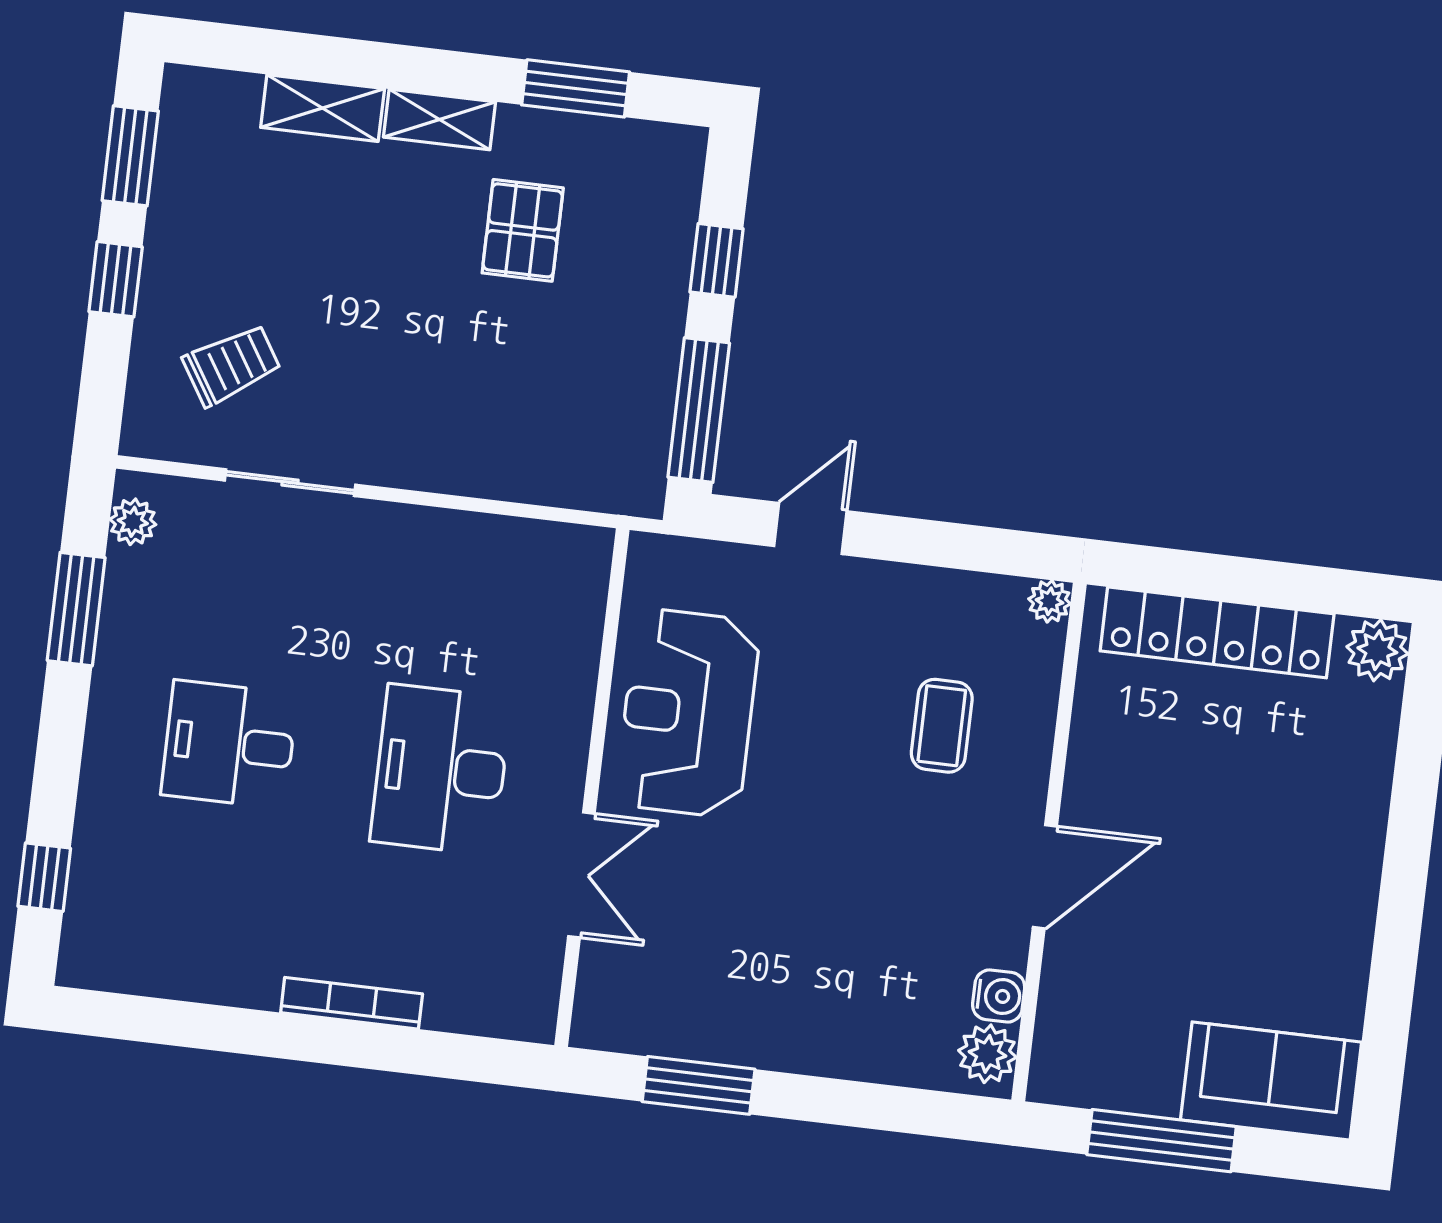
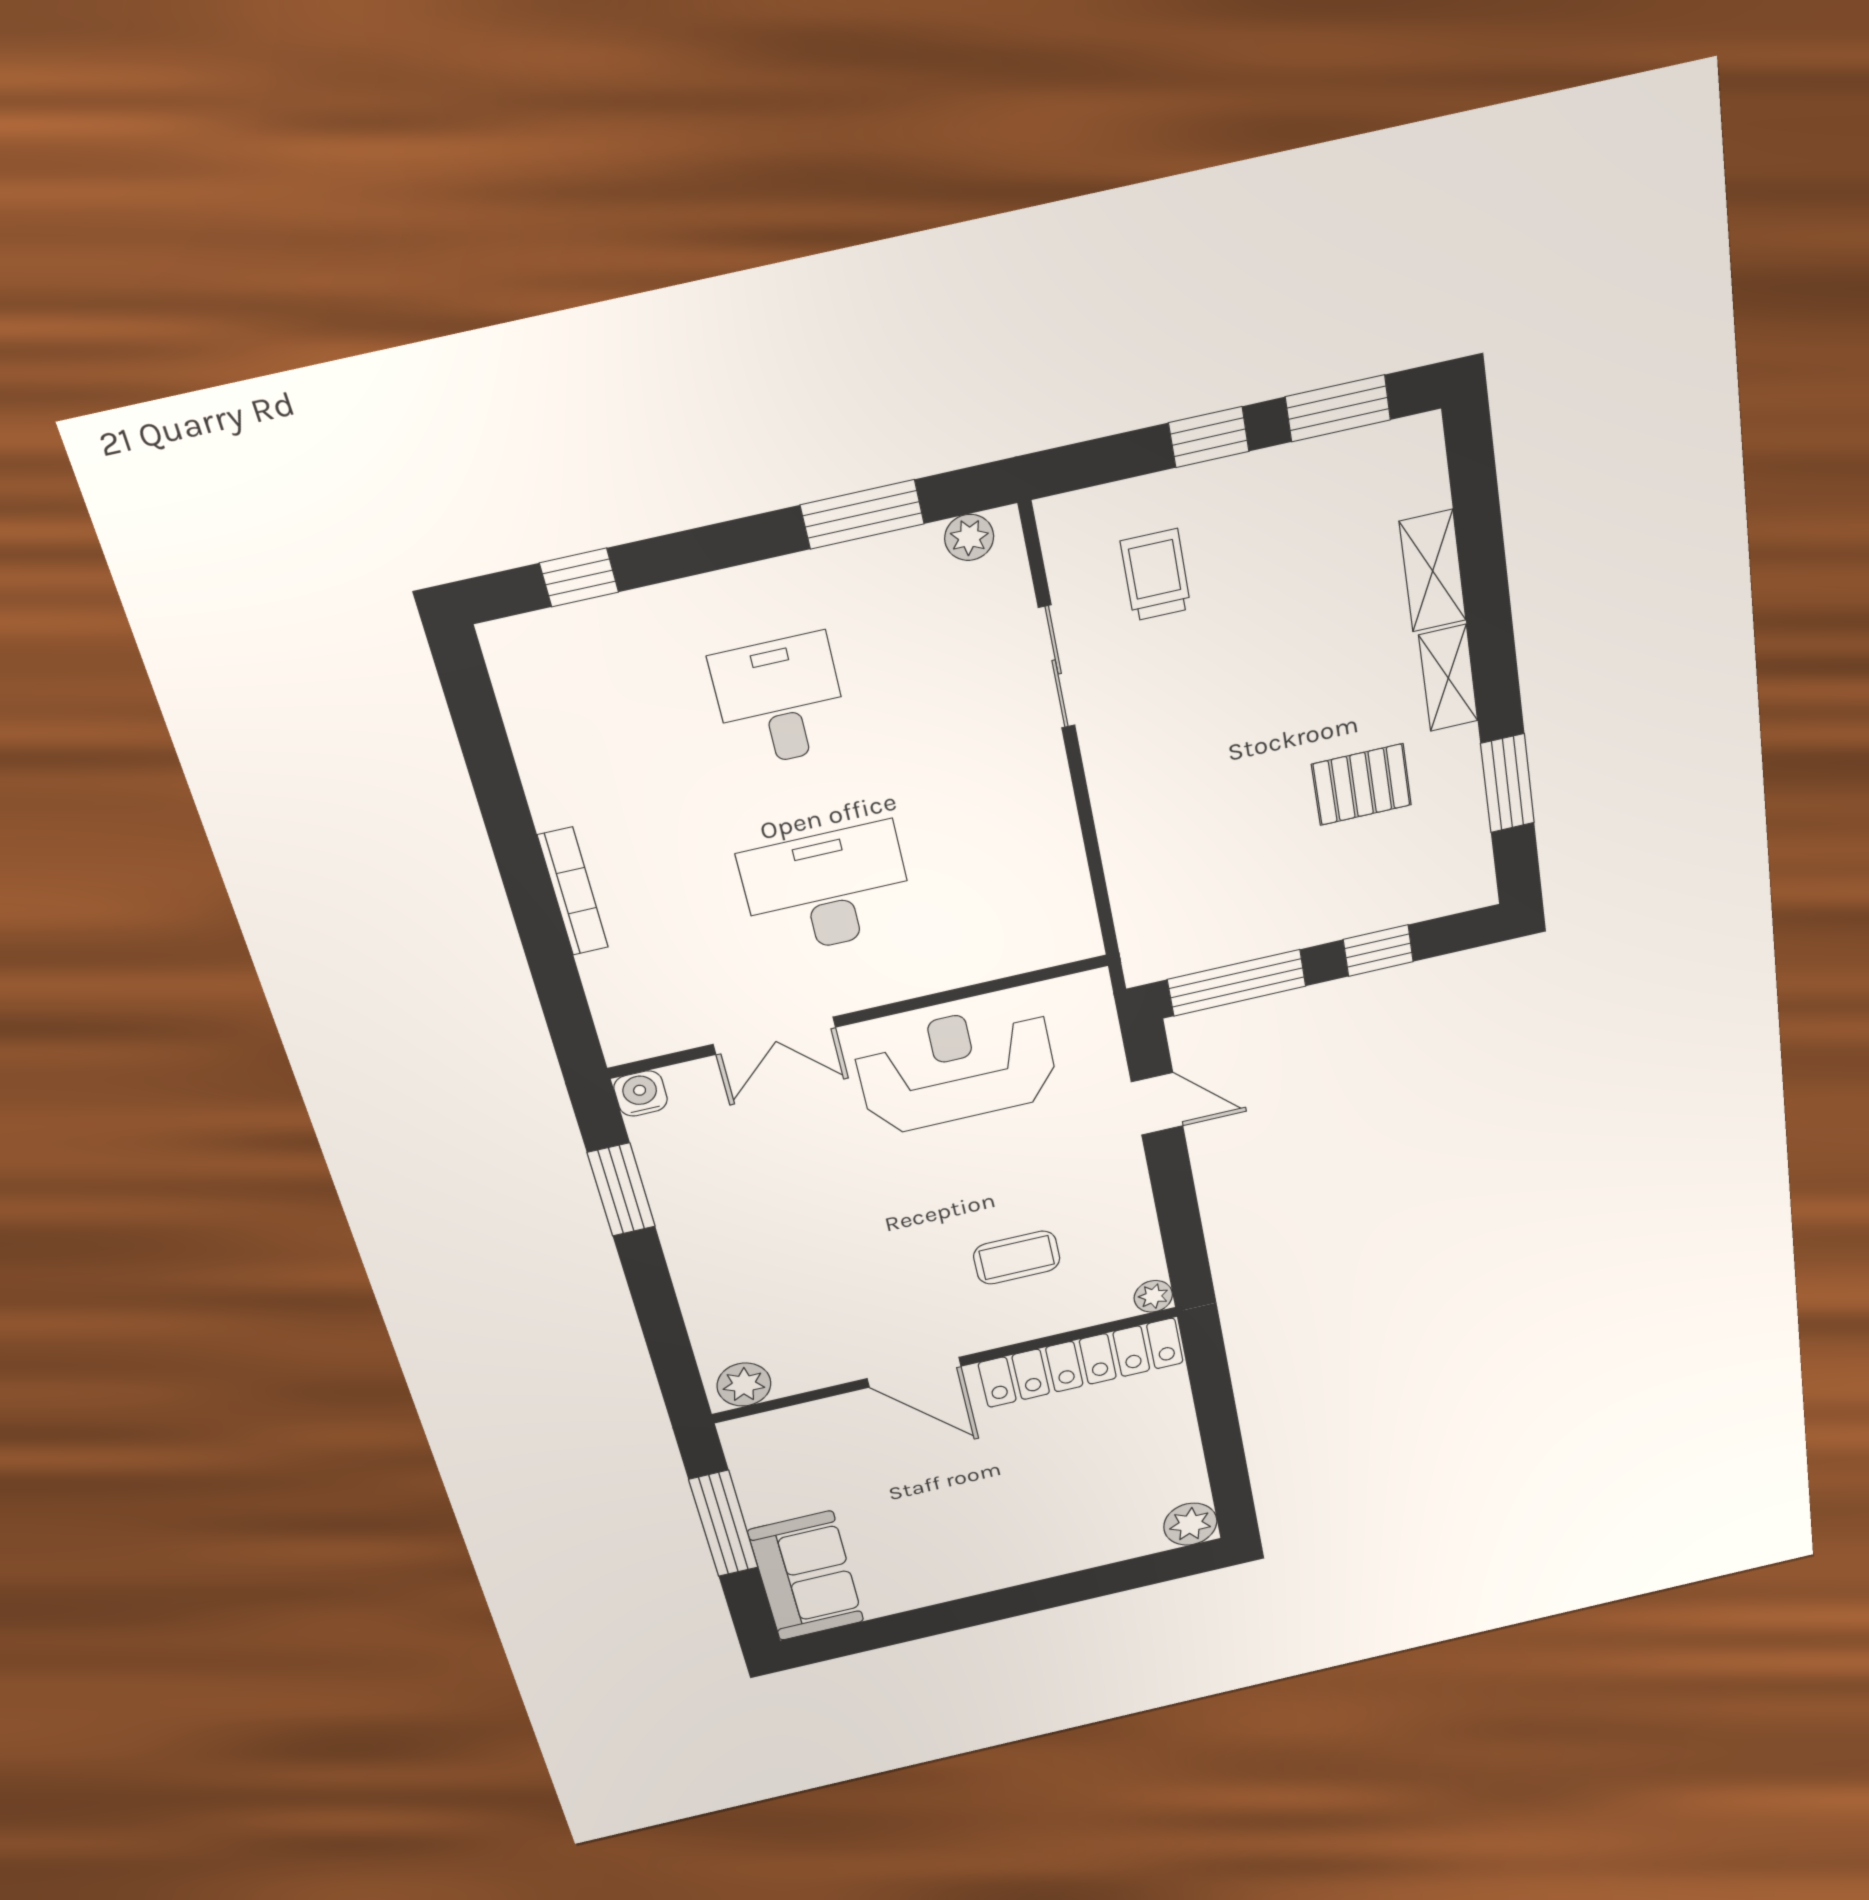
trolley: (232, 365) -> (1156, 575), turned -148
locker: (1217, 632) -> (1081, 1363), moved, turned -90
water cooler: (999, 996) -> (641, 1093), moved, turned 180

